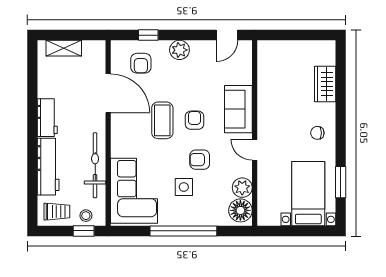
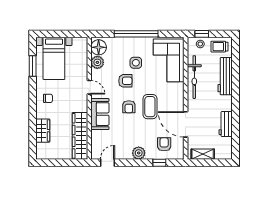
shelving: (64, 48) -> (203, 154), moved
wardrobe: (269, 76) -> (80, 136), added
workbench: (47, 118) -> (226, 124), moved

